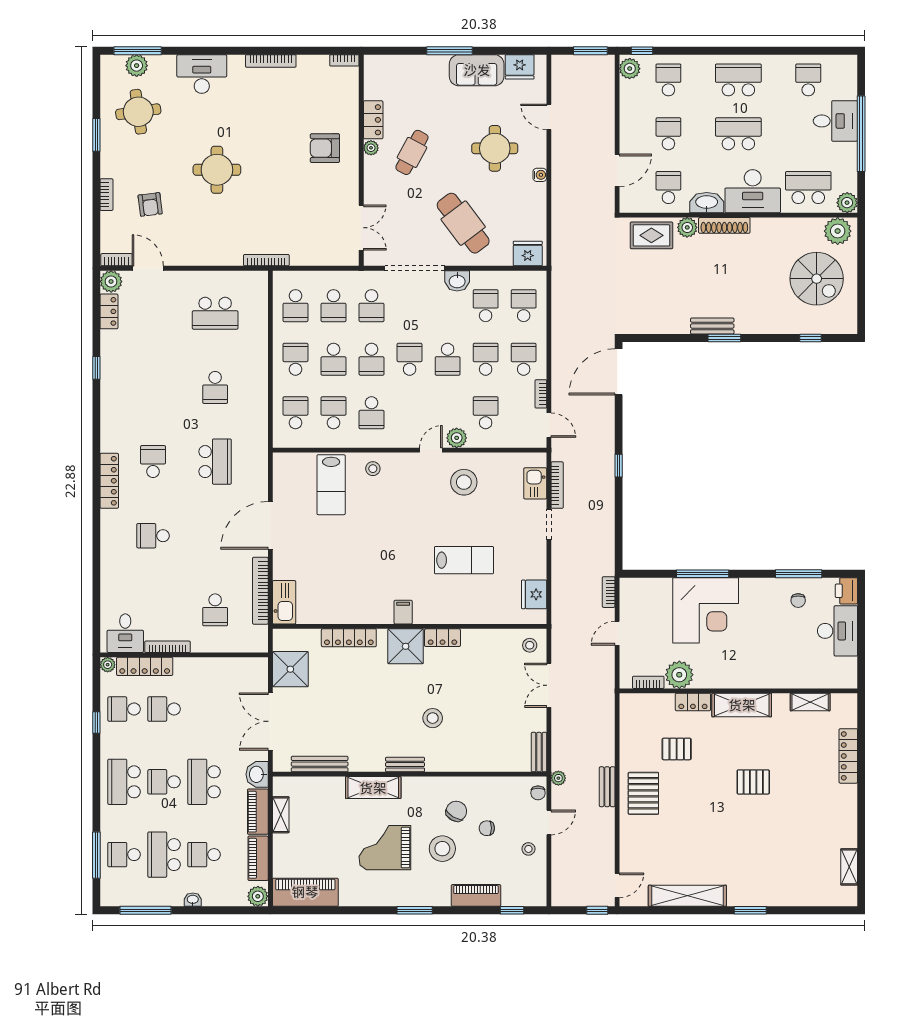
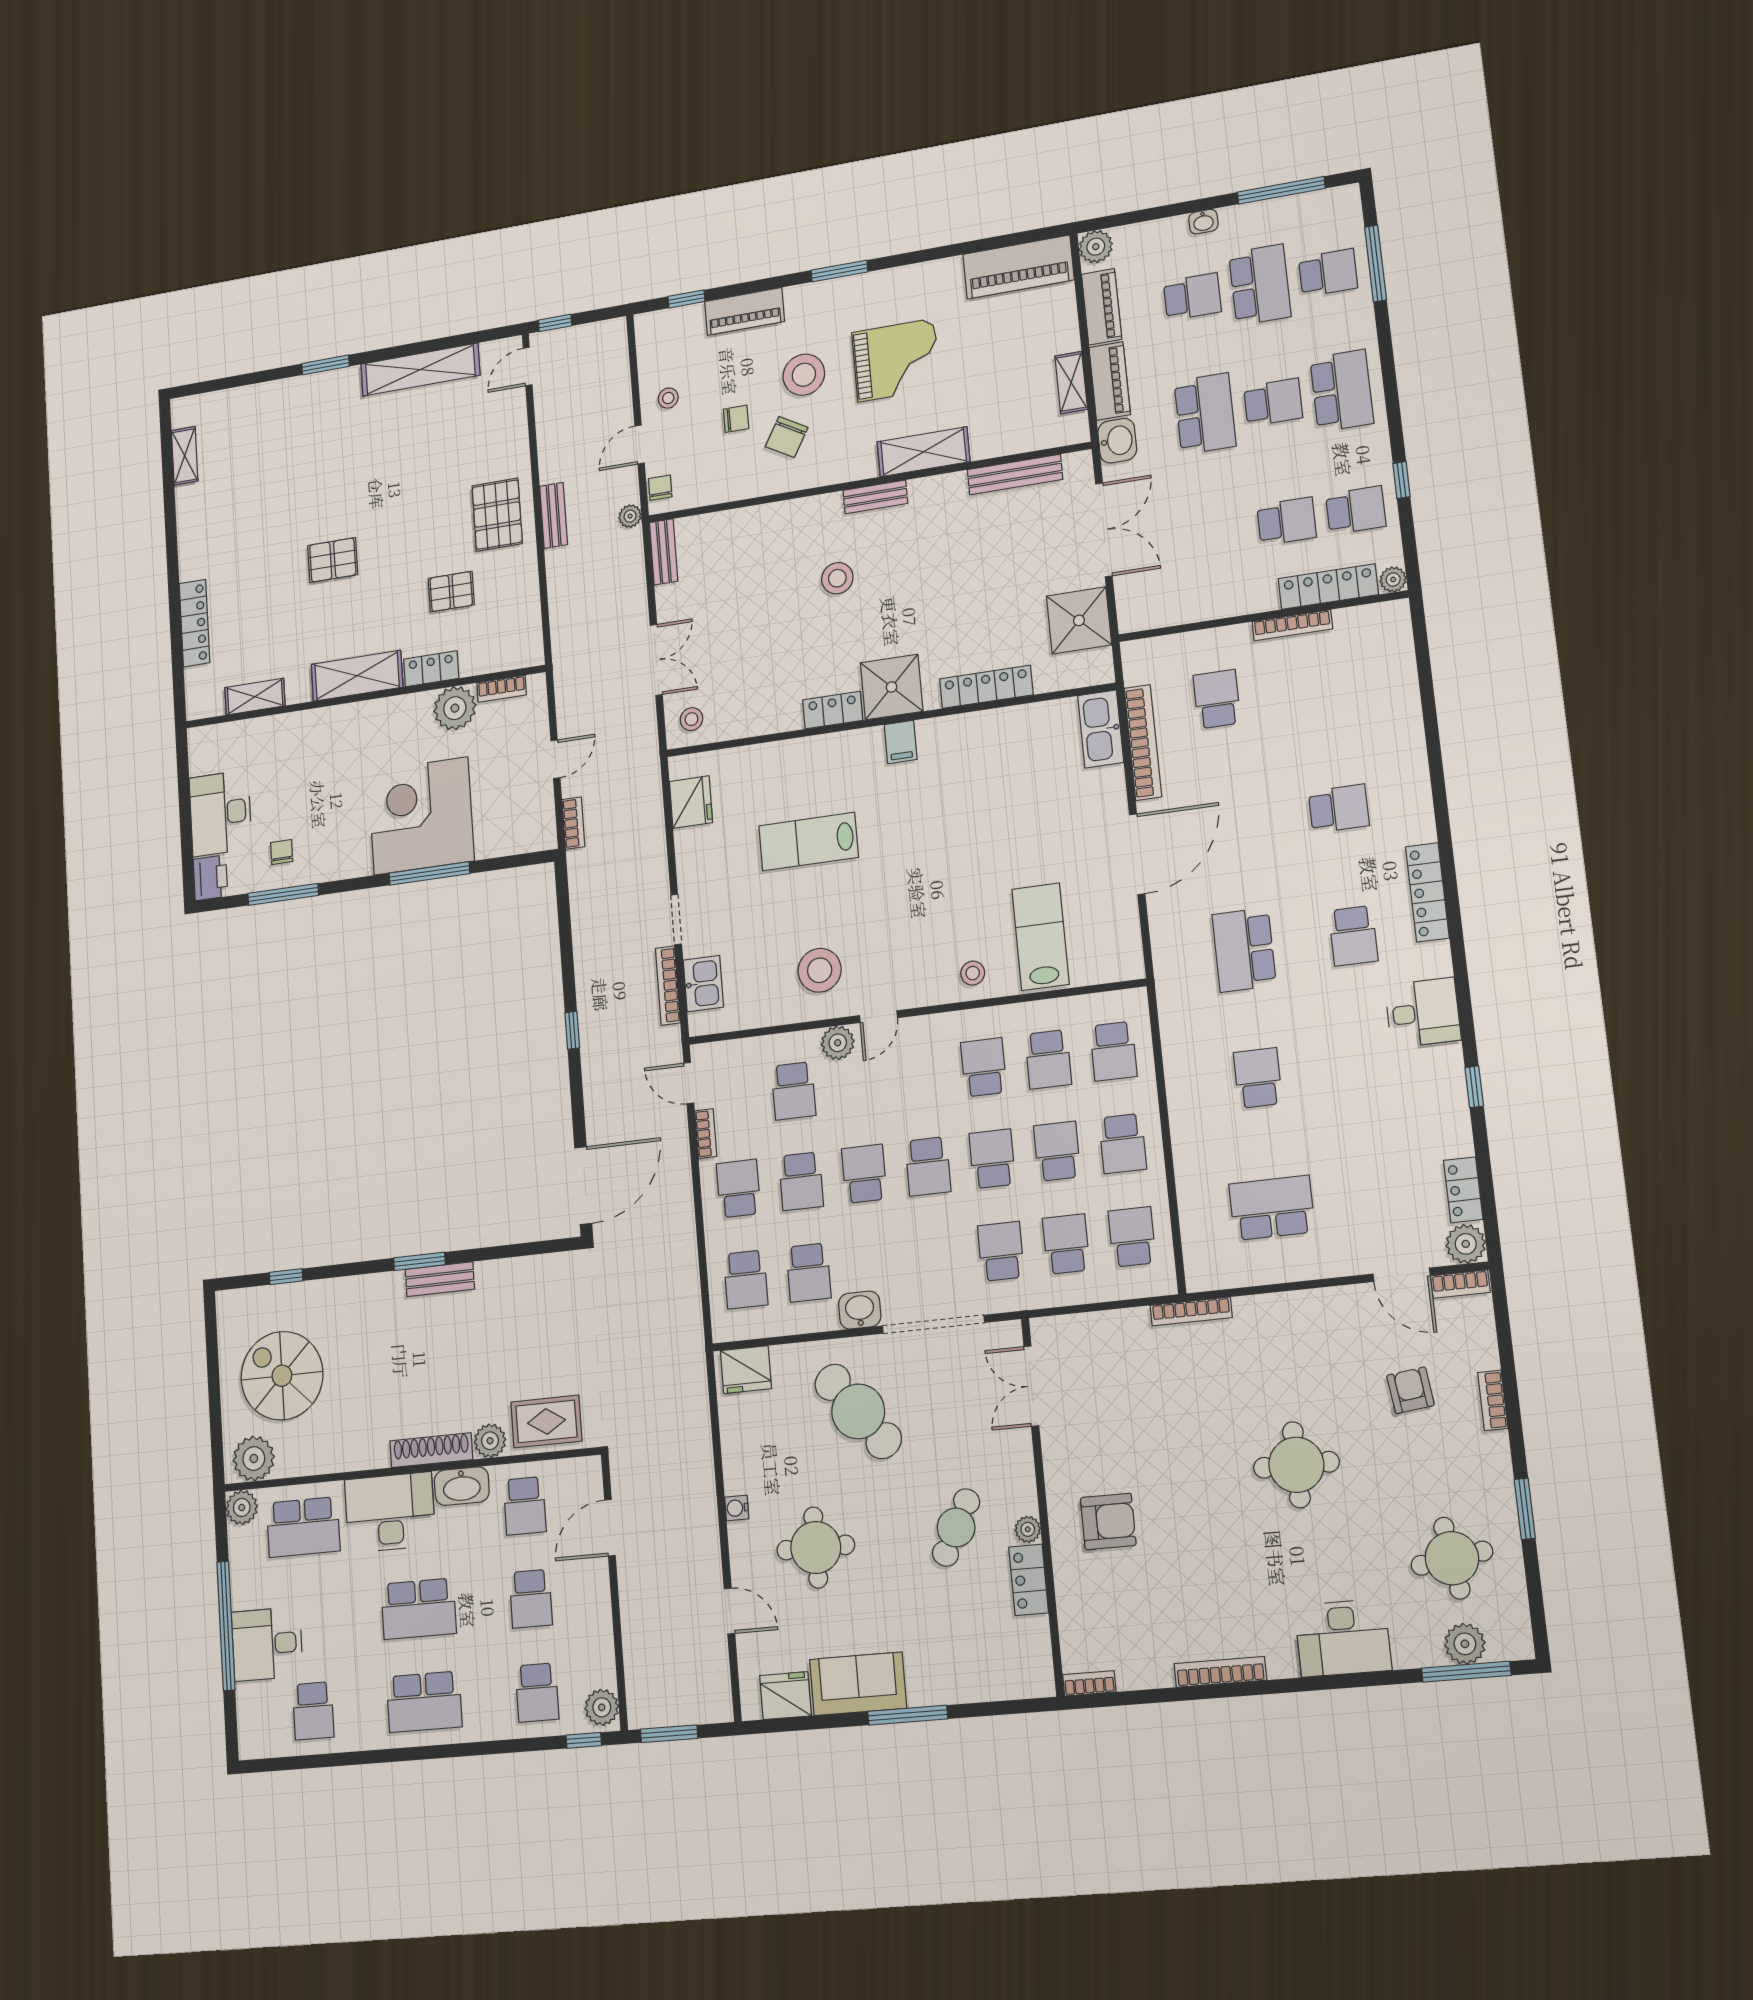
school desk: (524, 359) -> (738, 1189), turned 180
desk: (125, 633) -> (1423, 1013), moved, turned 90

